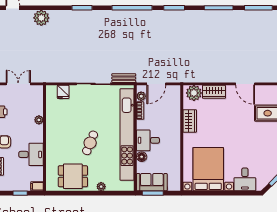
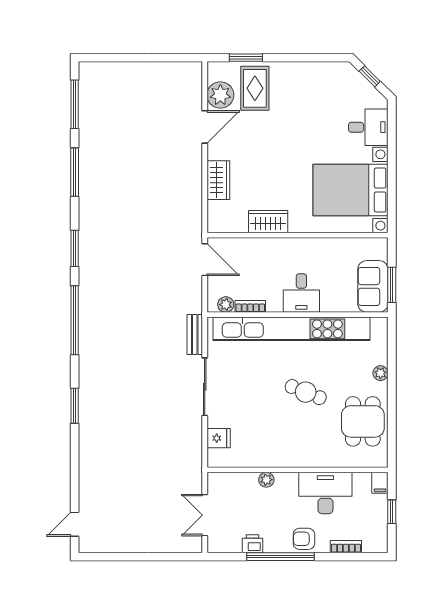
plant: (41, 18) -> (92, 476), removed
door: (156, 84) -> (205, 260), moved
plant: (194, 93) -> (220, 95), moved
desk: (31, 154) -> (325, 493), width x1.37
floor lamp: (142, 157) -> (329, 304), removed

